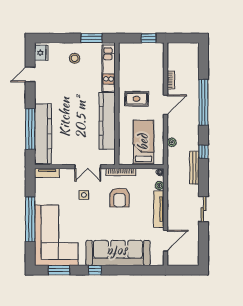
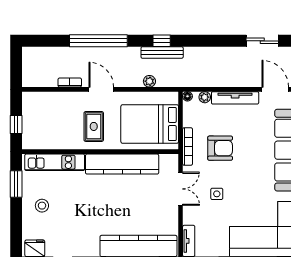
window: (148, 38) -> (16, 124), moved
bed: (143, 142) -> (150, 124), width x1.50
bench: (194, 168) -> (162, 52), moved
sliding door: (203, 209) -> (262, 41), moved

